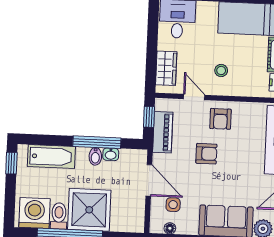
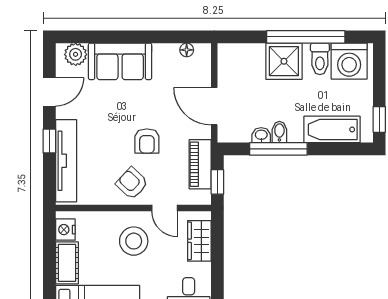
stool: (221, 71) -> (134, 241), width x1.89, depth x1.89
armchair: (220, 119) -> (132, 183), turned -47
armchair: (206, 154) -> (147, 141), turned -90
side table: (173, 205) -> (184, 78), removed
shower: (89, 210) -> (284, 61), width x0.73, depth x0.73

